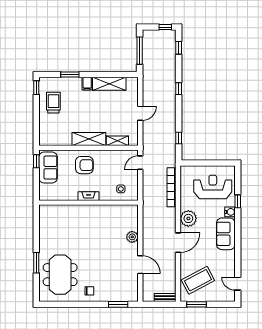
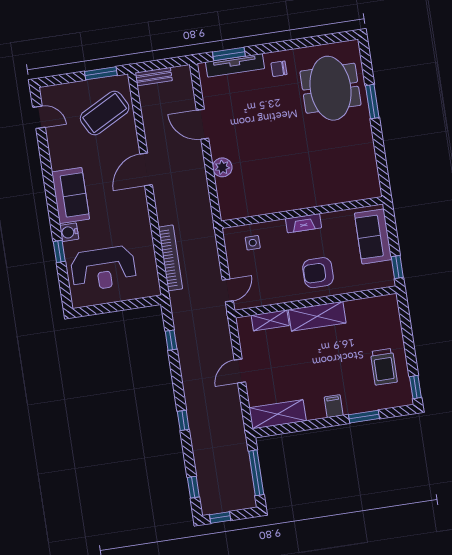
shelving: (109, 84) -> (278, 414), moved
sofa: (48, 168) -> (373, 236), moved
plant: (188, 218) -> (135, 211), removed
tv unit: (115, 297) -> (235, 65), added

